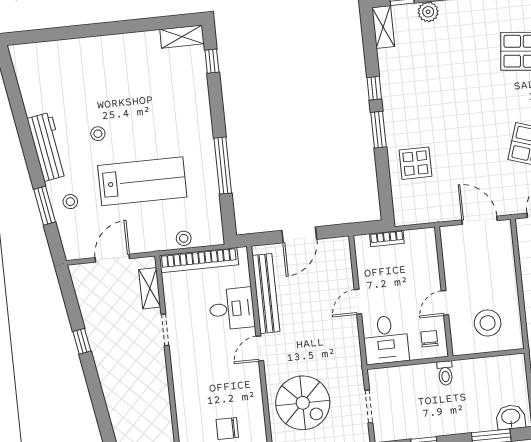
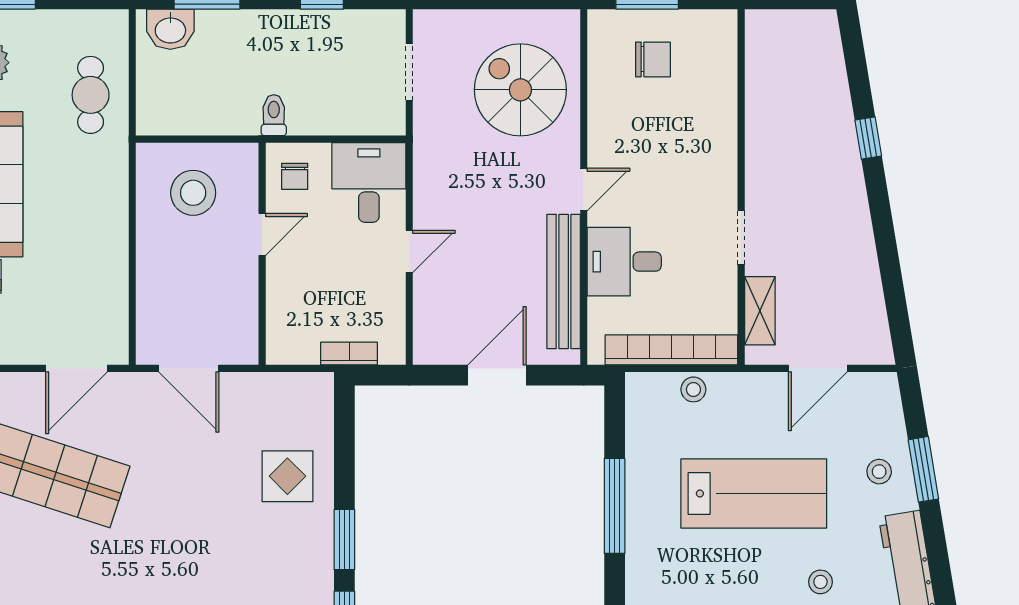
lab bench: (142, 181) -> (754, 493), turned 180
window: (82, 341) -> (868, 138), moved

